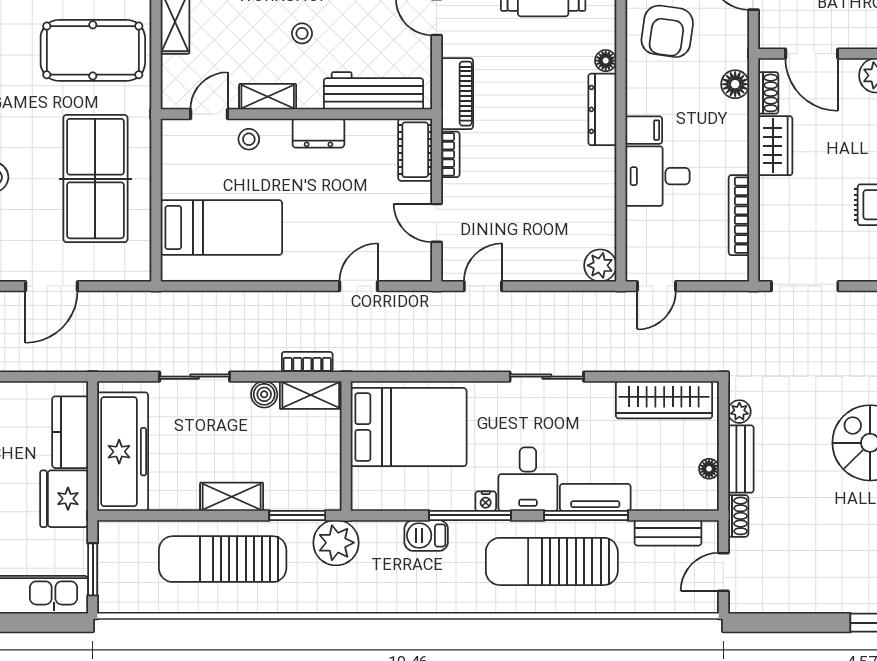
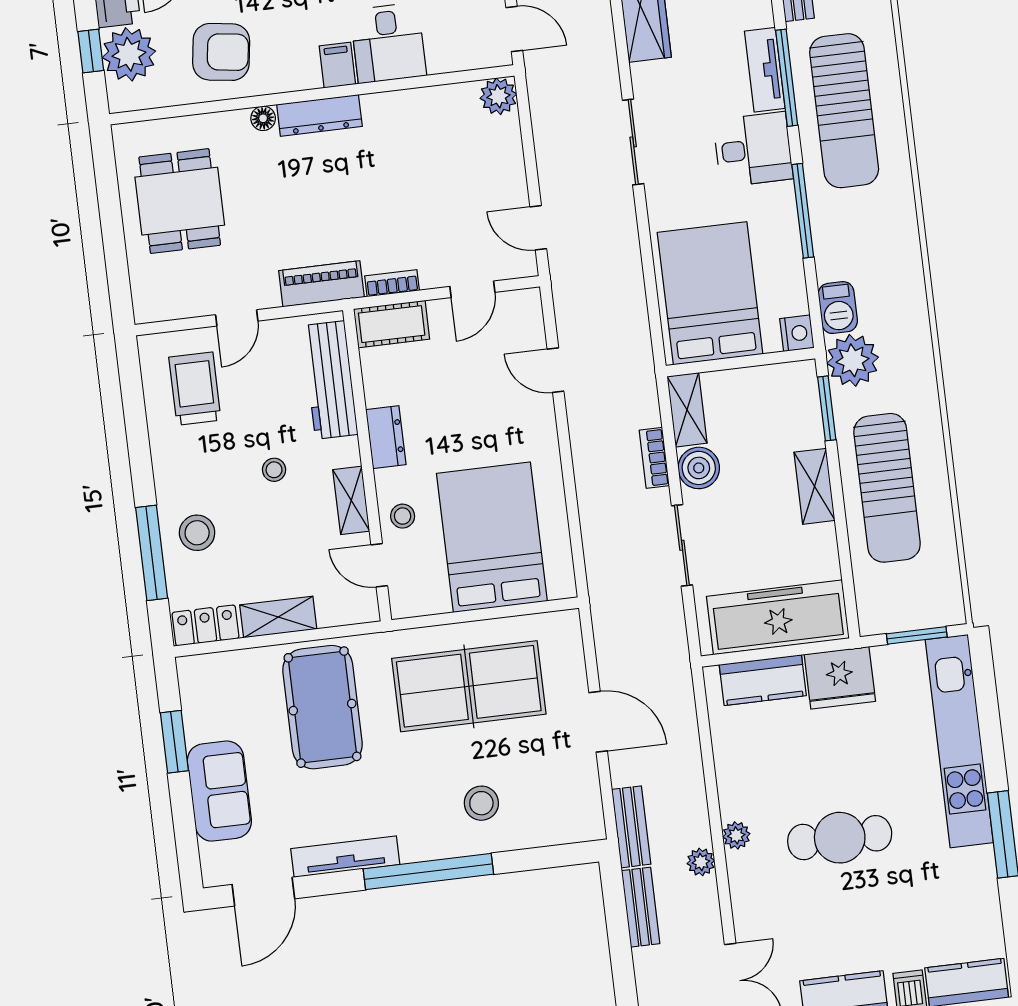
bed: (221, 228) -> (492, 537), width x1.50
bookcase: (307, 362) -> (654, 458), moved
boiler: (264, 394) -> (699, 468), width x1.36, depth x1.36
nightstand: (486, 501) -> (797, 333), moved, width x1.39, depth x1.35
barbecue: (426, 535) -> (838, 308), moved

